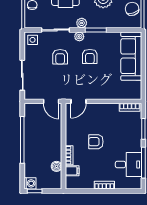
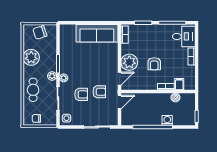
armchair: (90, 56) -> (99, 92), moved
sofa: (131, 56) -> (97, 33), moved
door: (78, 101) -> (119, 79), hinge flipped
plant: (98, 113) -> (129, 62), added
desk: (128, 164) -> (184, 36), moved, turned 90
washing machine: (30, 183) -> (167, 120), moved

